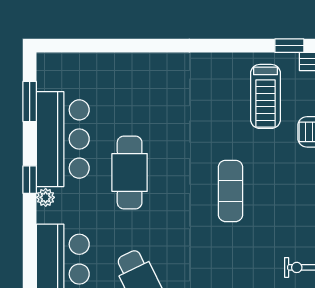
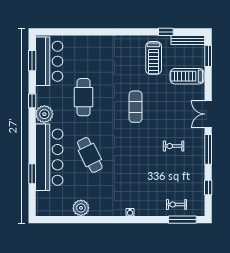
bar counter: (63, 139) -> (49, 61), moved
plant: (46, 197) -> (44, 114), width x1.87, depth x1.87

